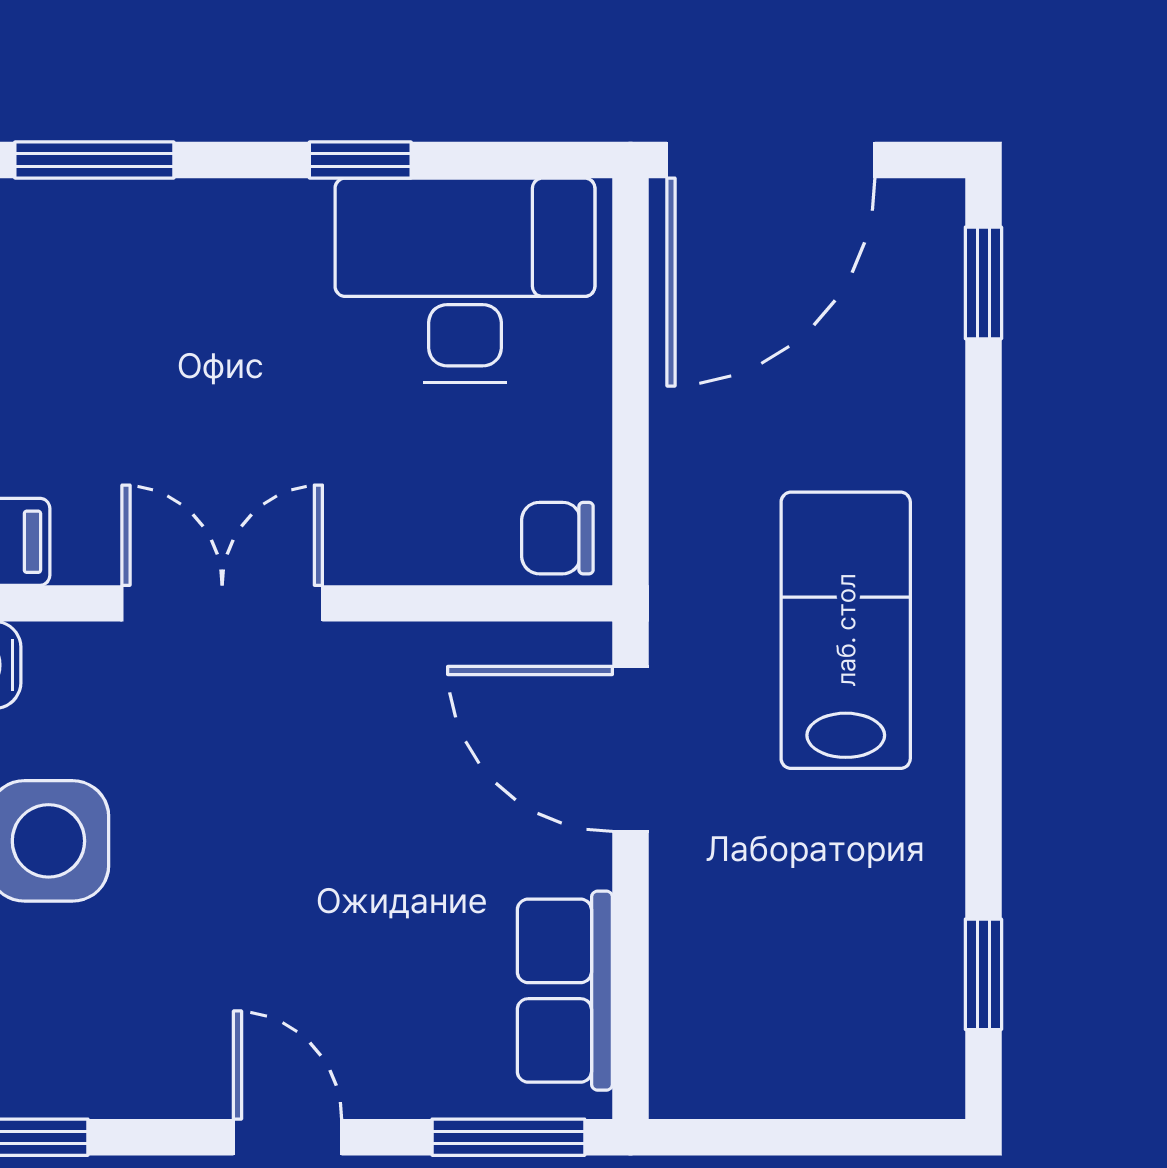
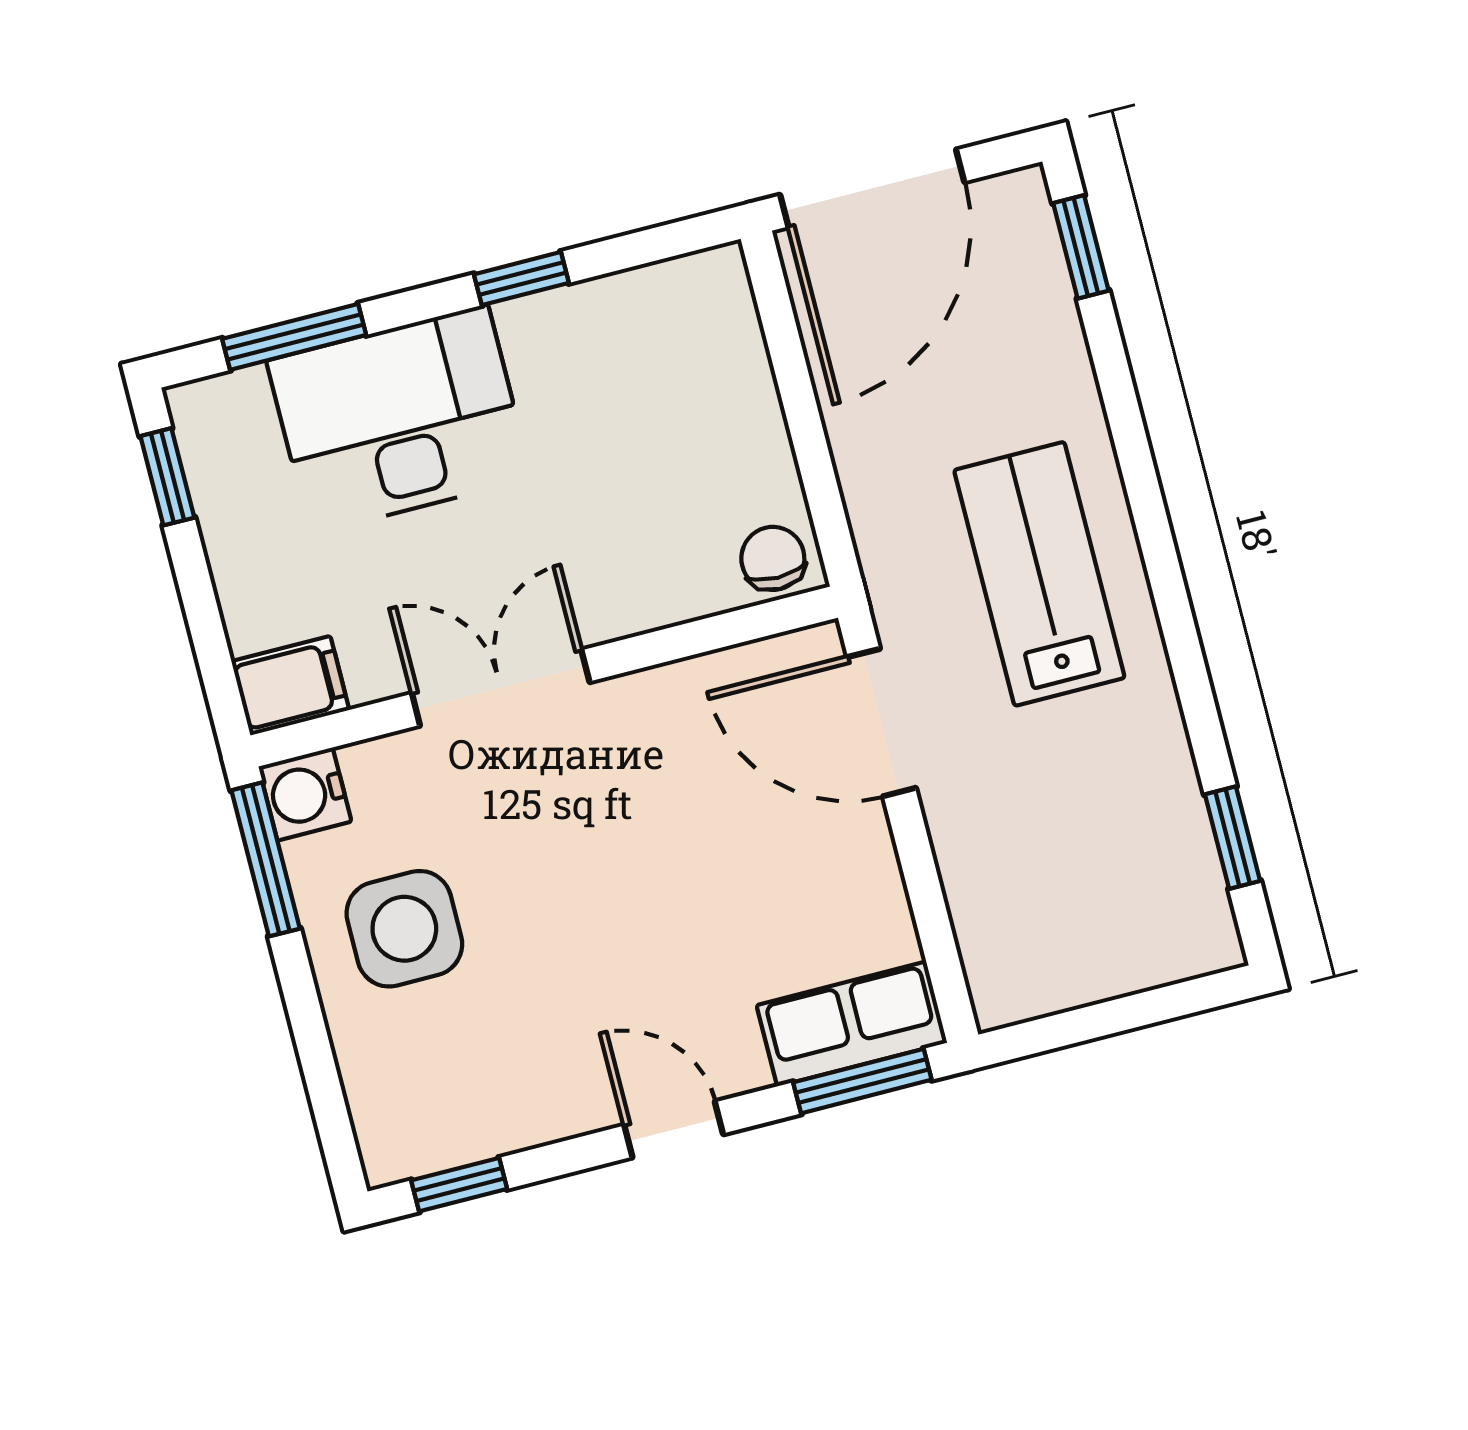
desk: (465, 280) -> (399, 419), moved
chair: (557, 538) -> (773, 558), turned 90
row of seats: (565, 991) -> (852, 1024), moved, turned 90

